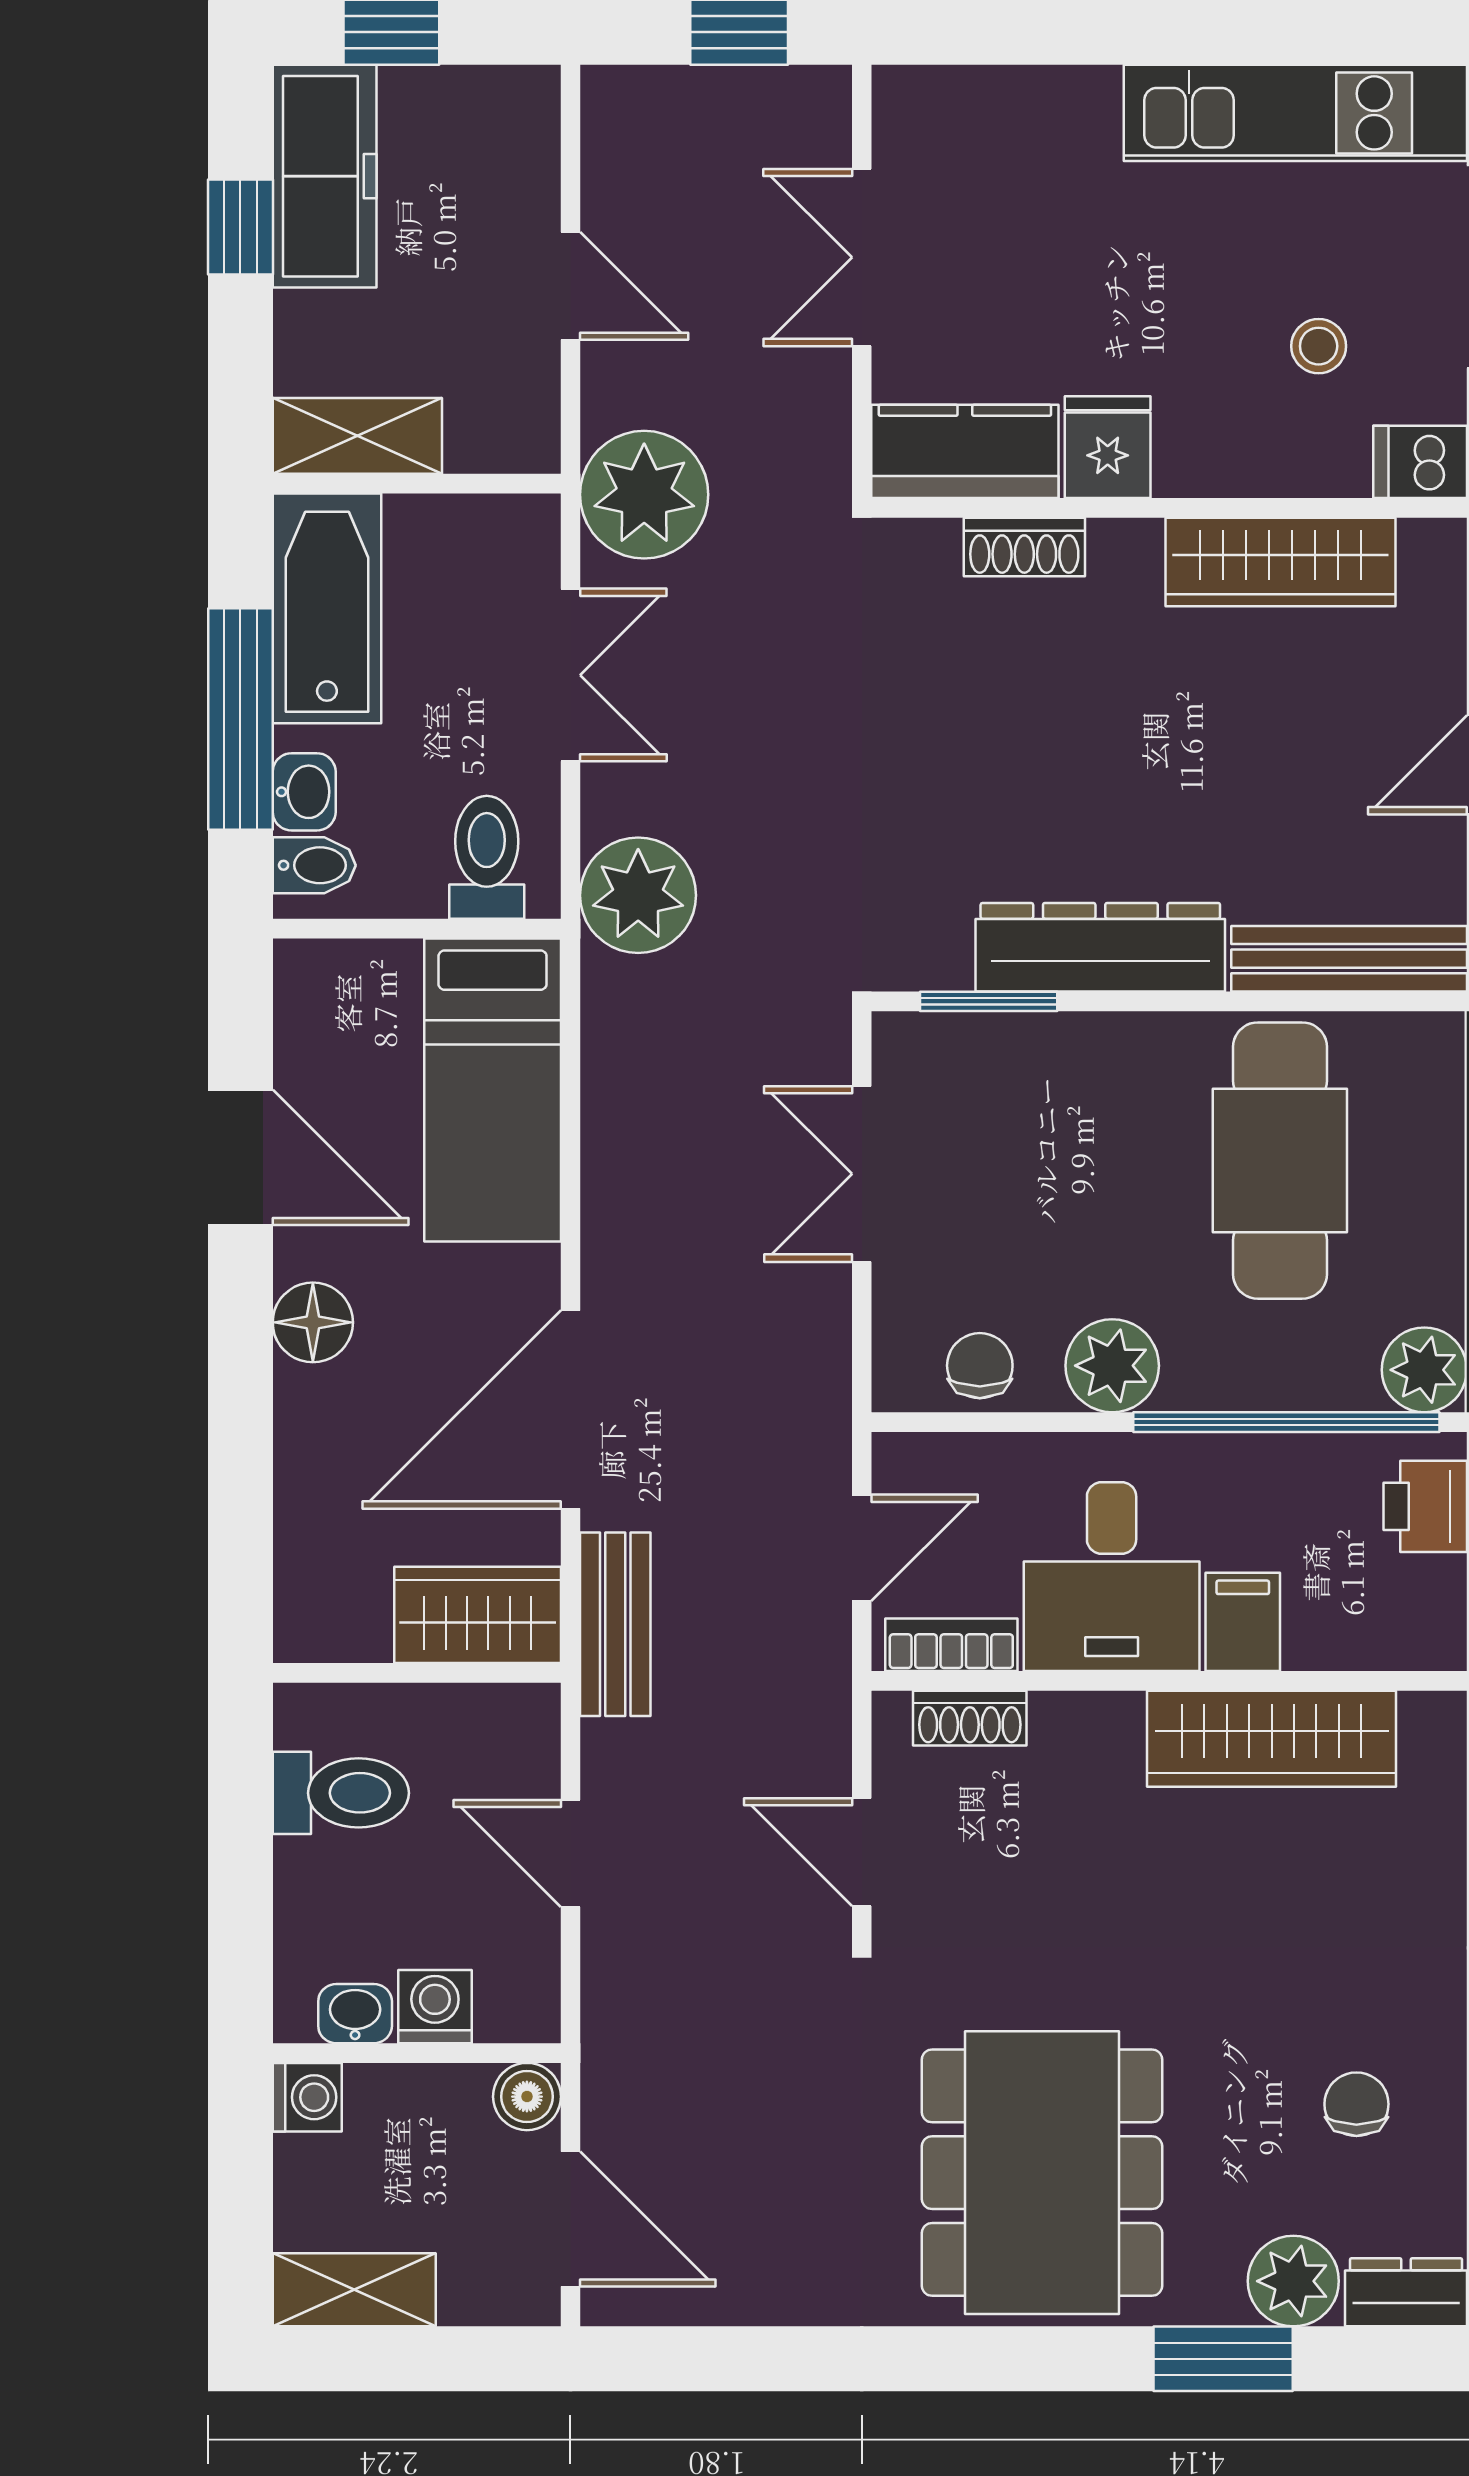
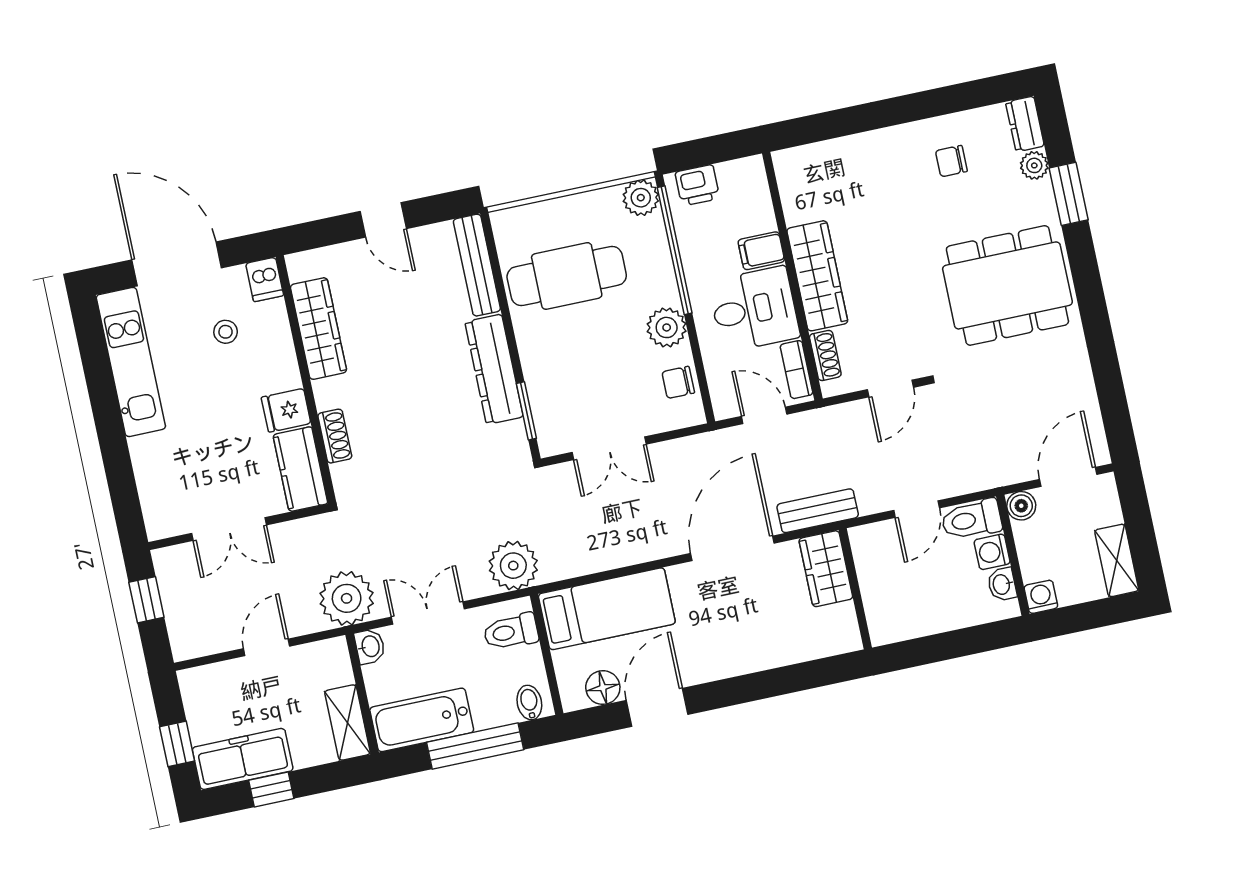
washbasin: (304, 792) -> (370, 646), moved, turned 90
floor lamp: (313, 1322) -> (603, 688), moved
door: (570, 1409) -> (732, 548), swing flipped
wardrobe: (1272, 1739) -> (817, 276), moved
toilet: (341, 1793) -> (972, 520), moved, turned -90
plant: (1293, 2281) -> (1034, 165), width x0.73, depth x0.73

